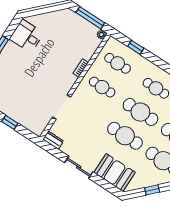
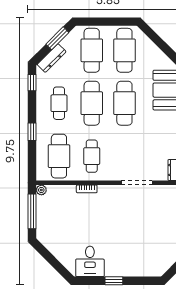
window: (136, 47) -> (32, 132), moved
cafe table: (118, 63) -> (59, 156), width x1.37, depth x1.35
window: (152, 190) -> (160, 43), removed

